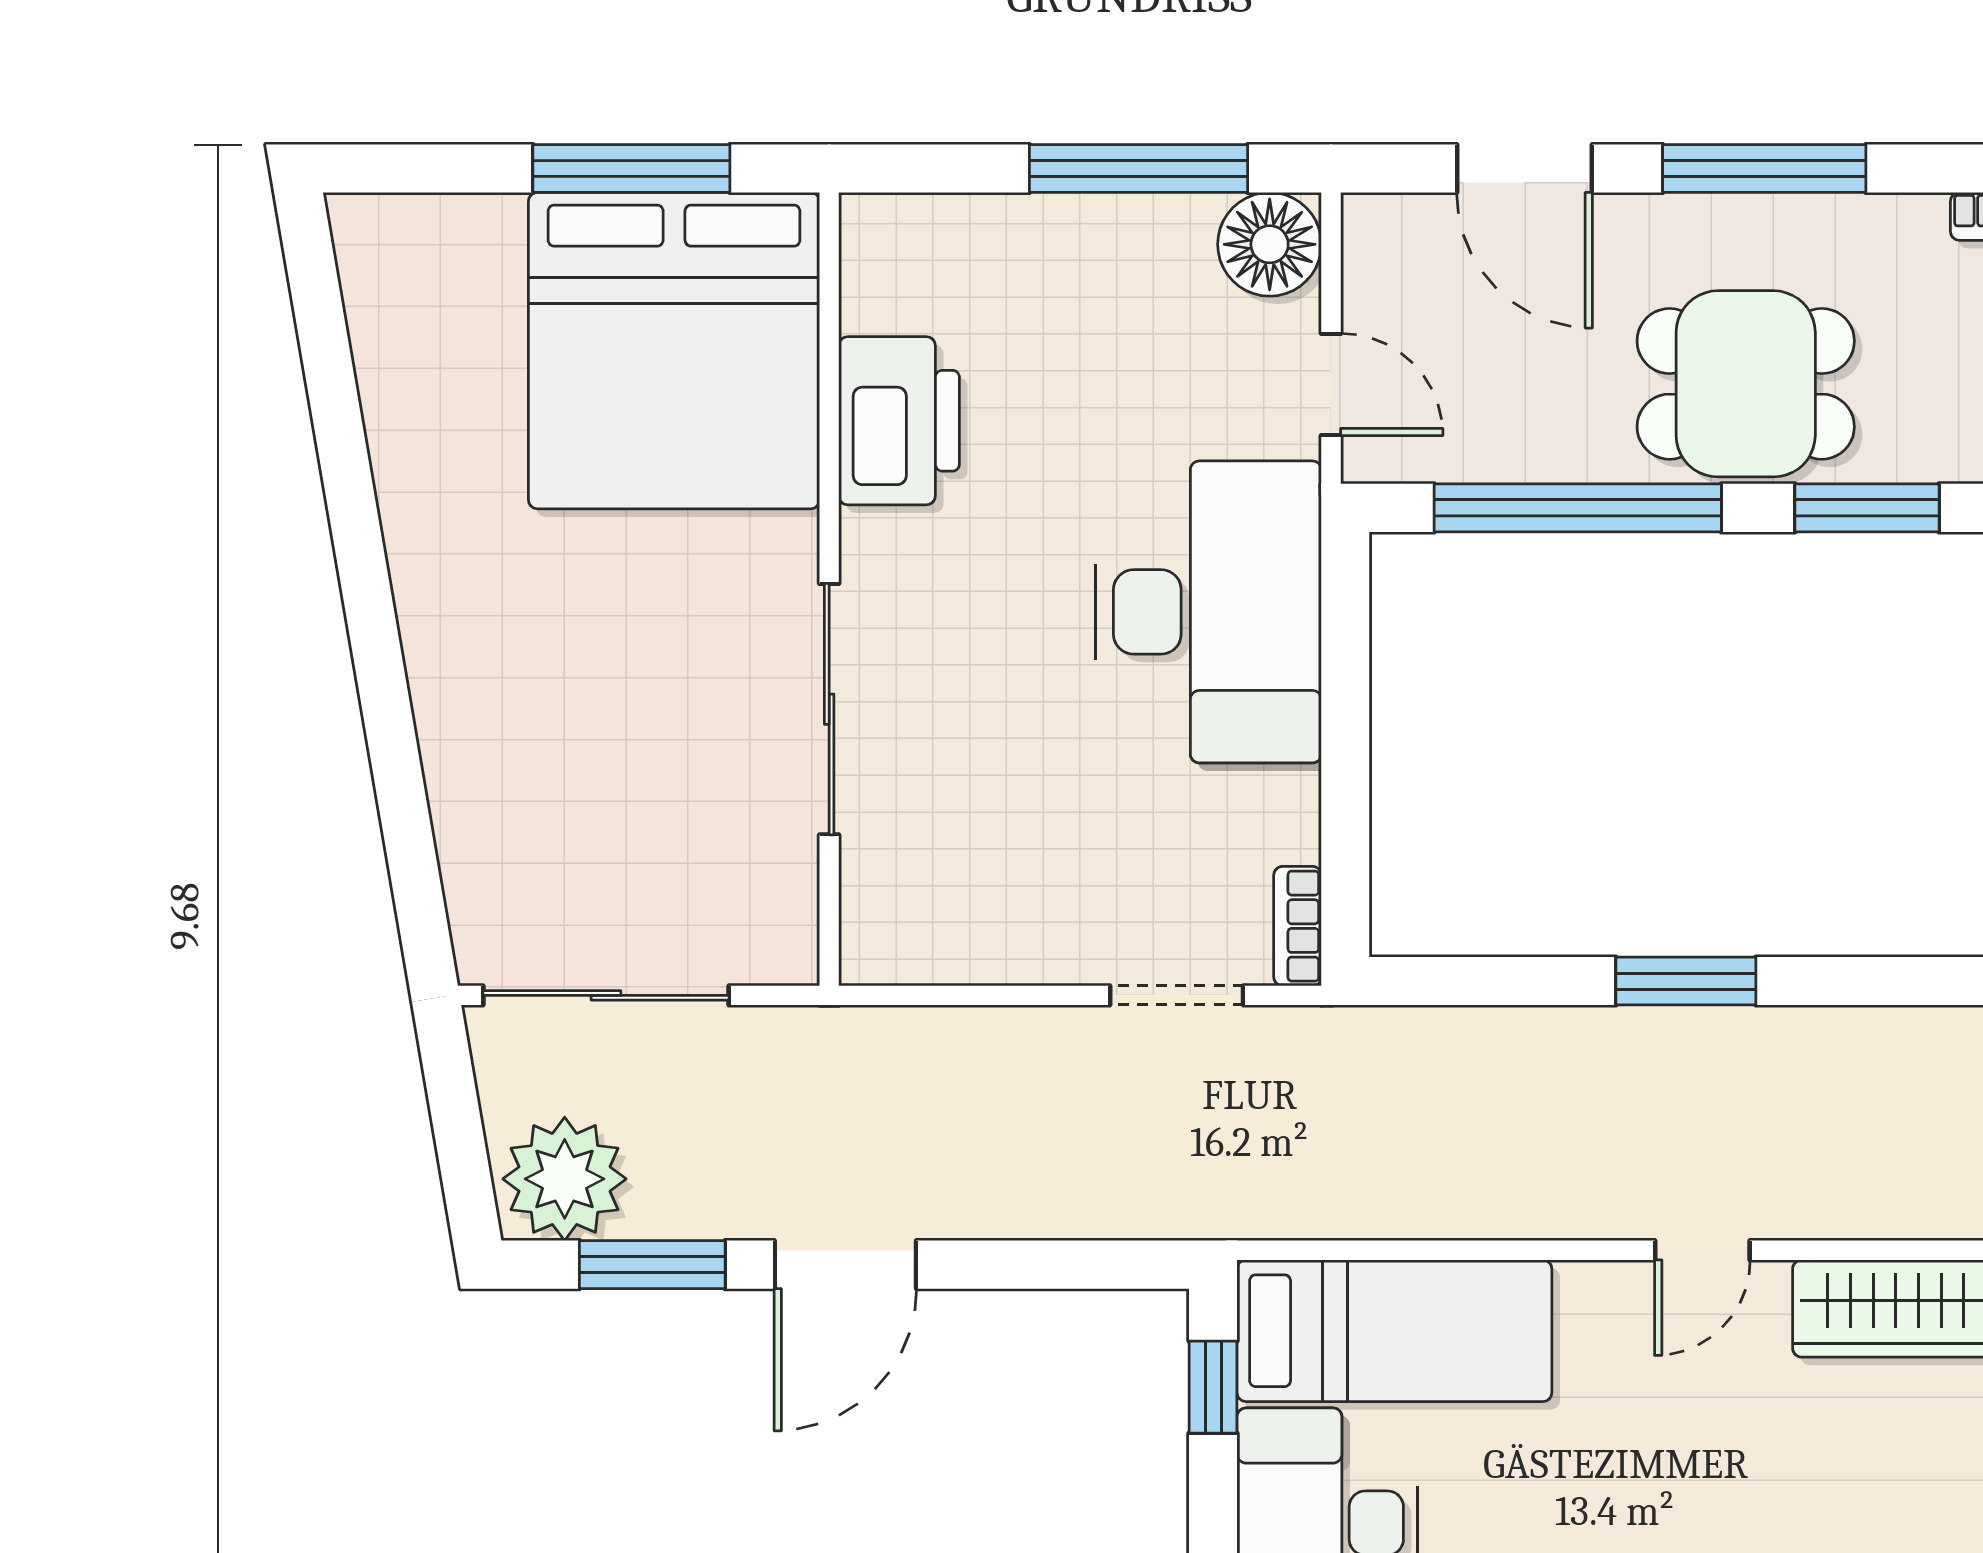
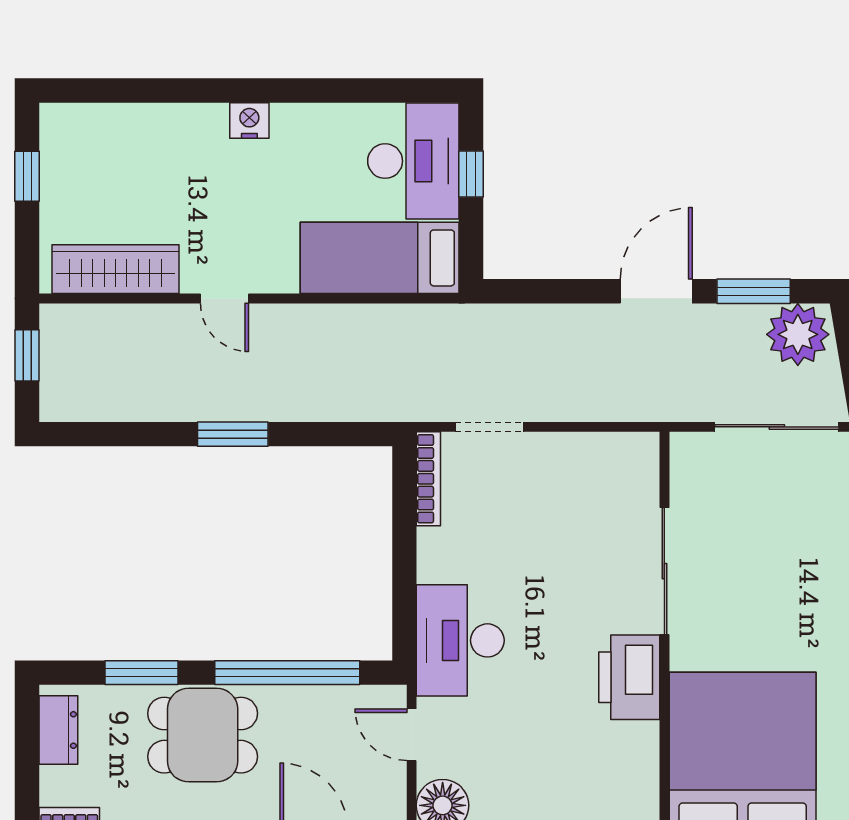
printer: (899, 421) -> (629, 677), moved
desk: (1208, 612) -> (460, 640), width x0.73, depth x0.77
bookcase: (1298, 926) -> (428, 479), width x1.56
door: (1702, 1250) -> (224, 298), swing flipped
window: (1213, 1387) -> (471, 174), moved

